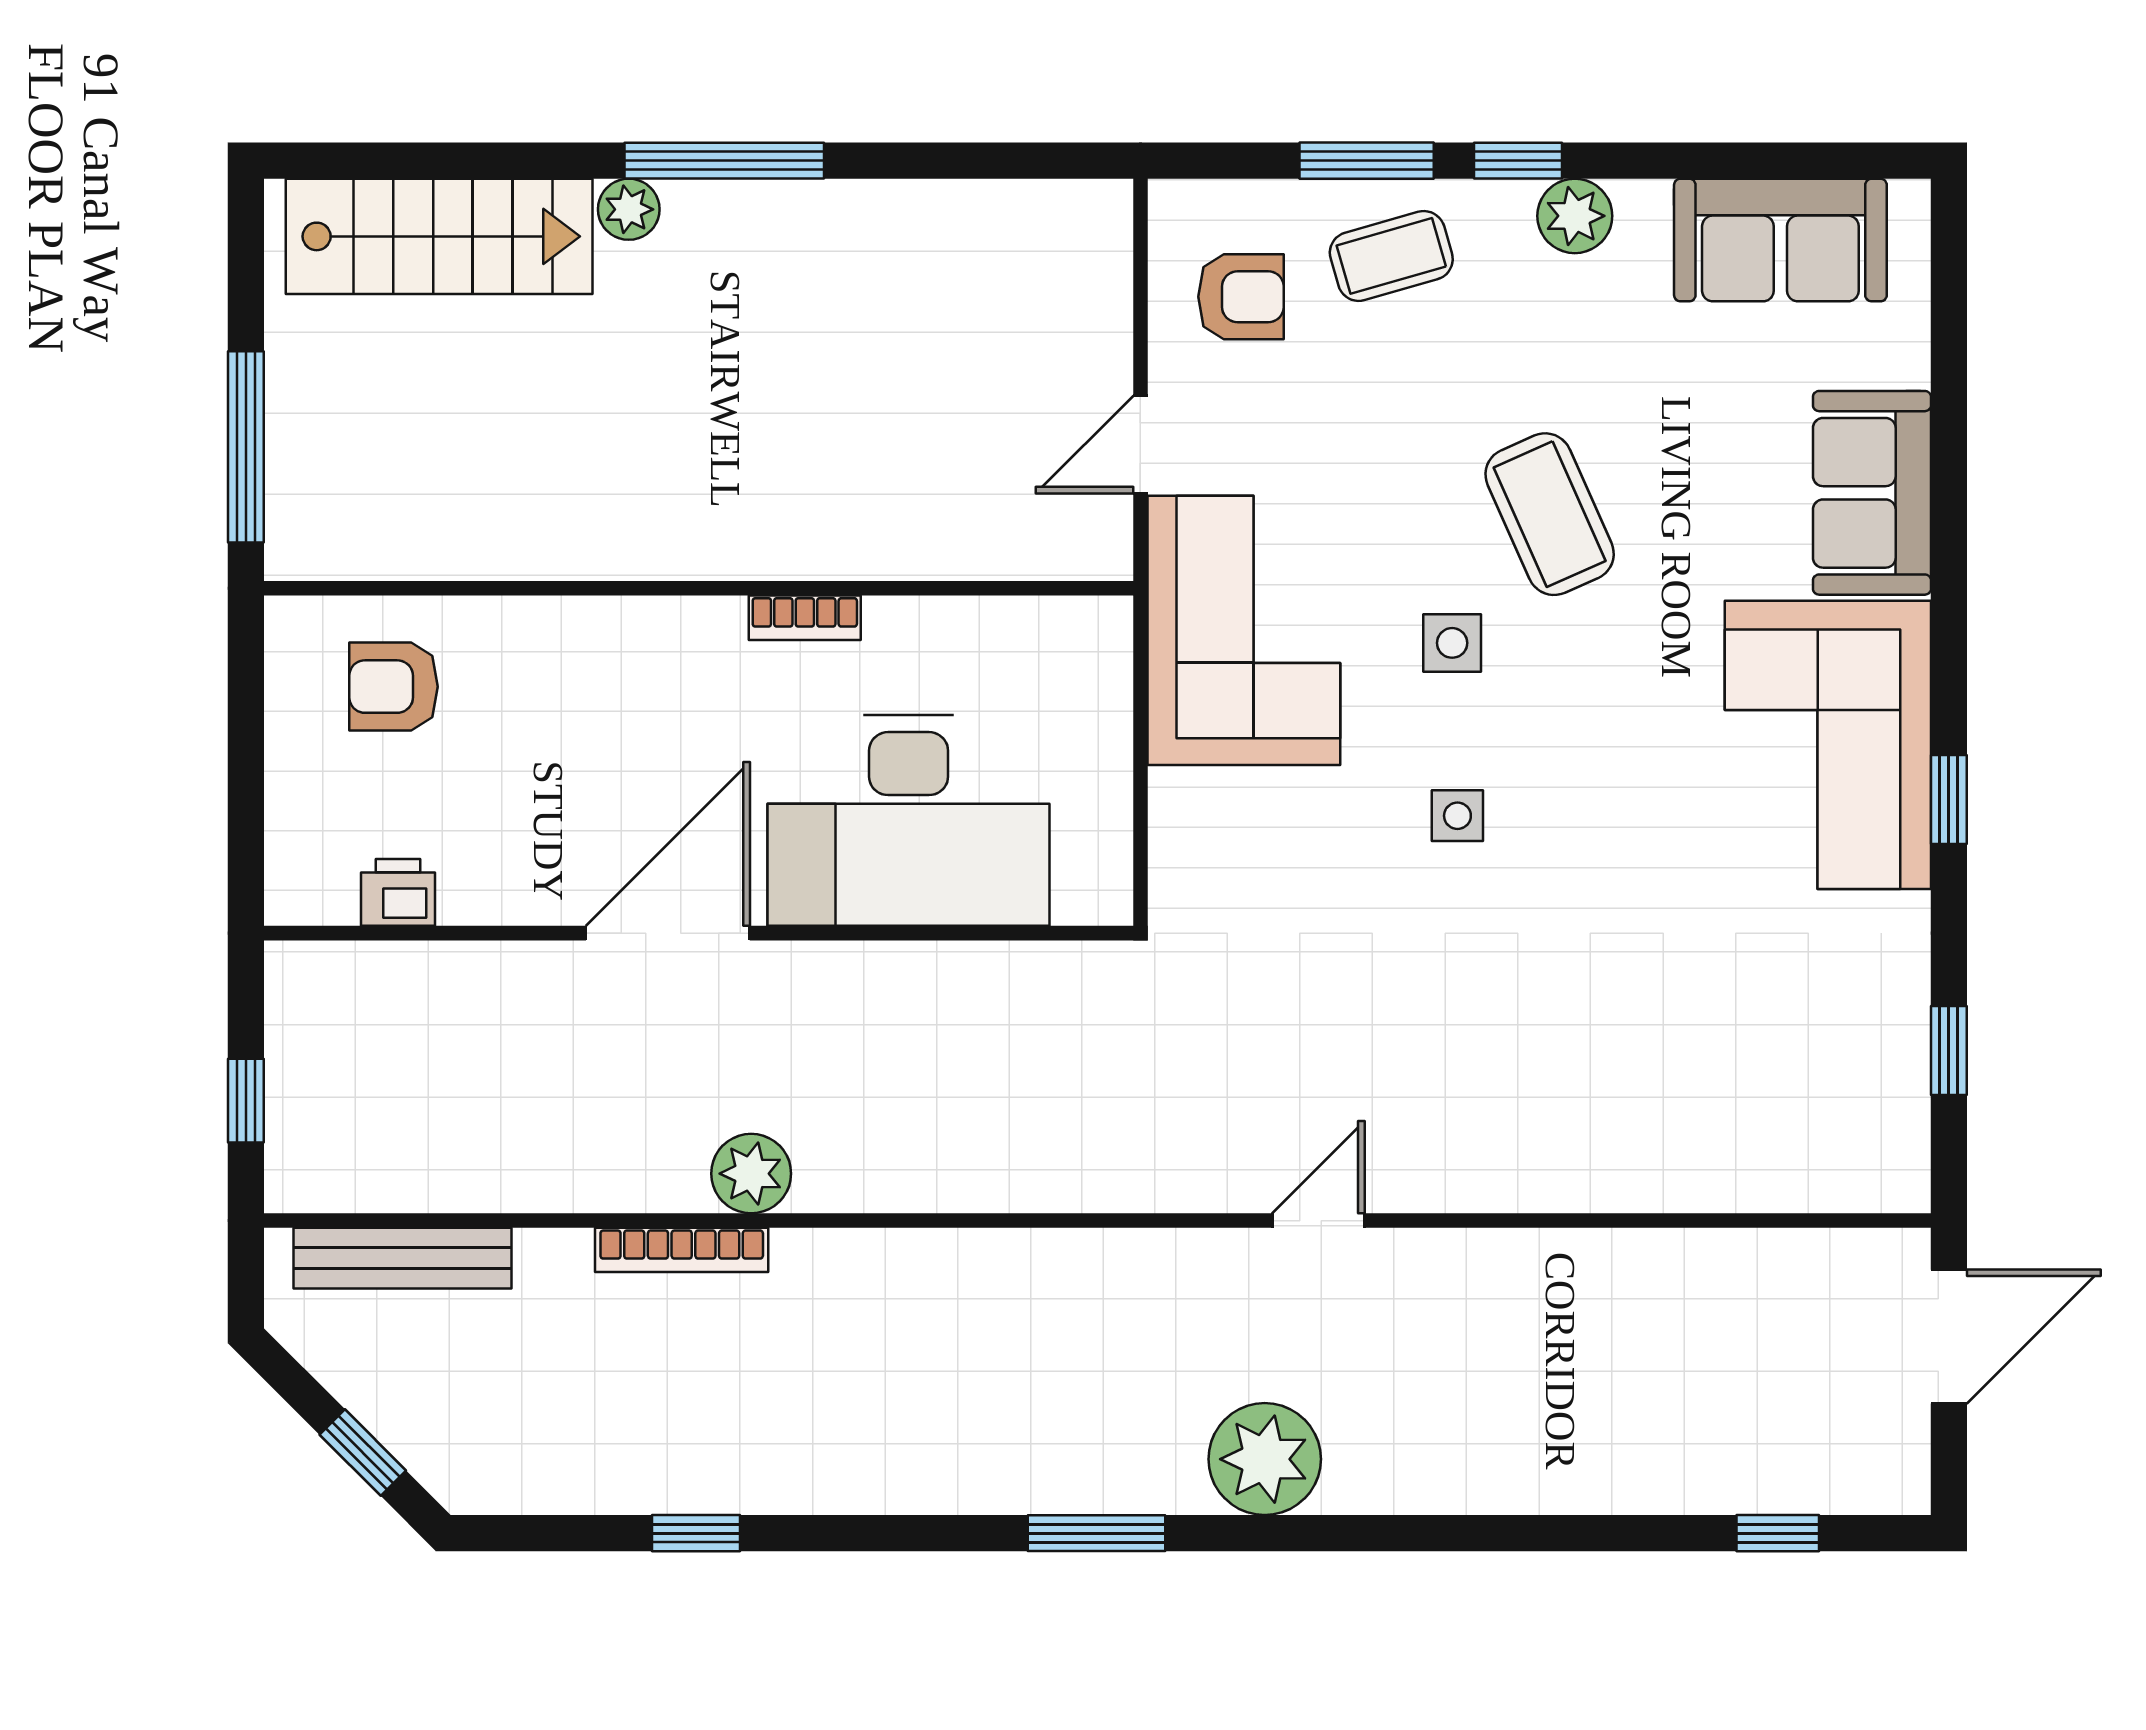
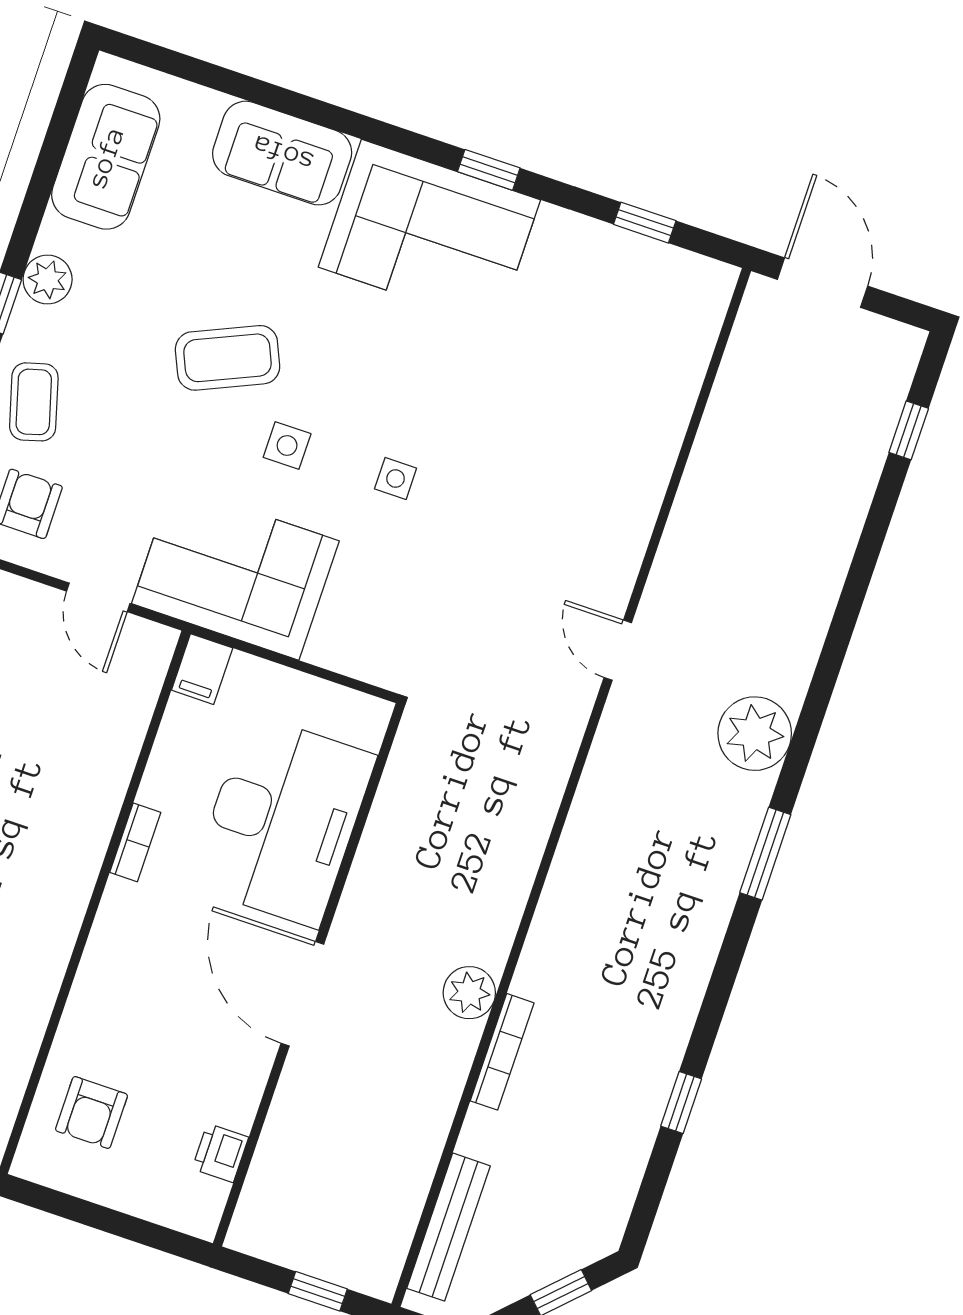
filing cabinet: (1088, 630) -> (202, 669), added

